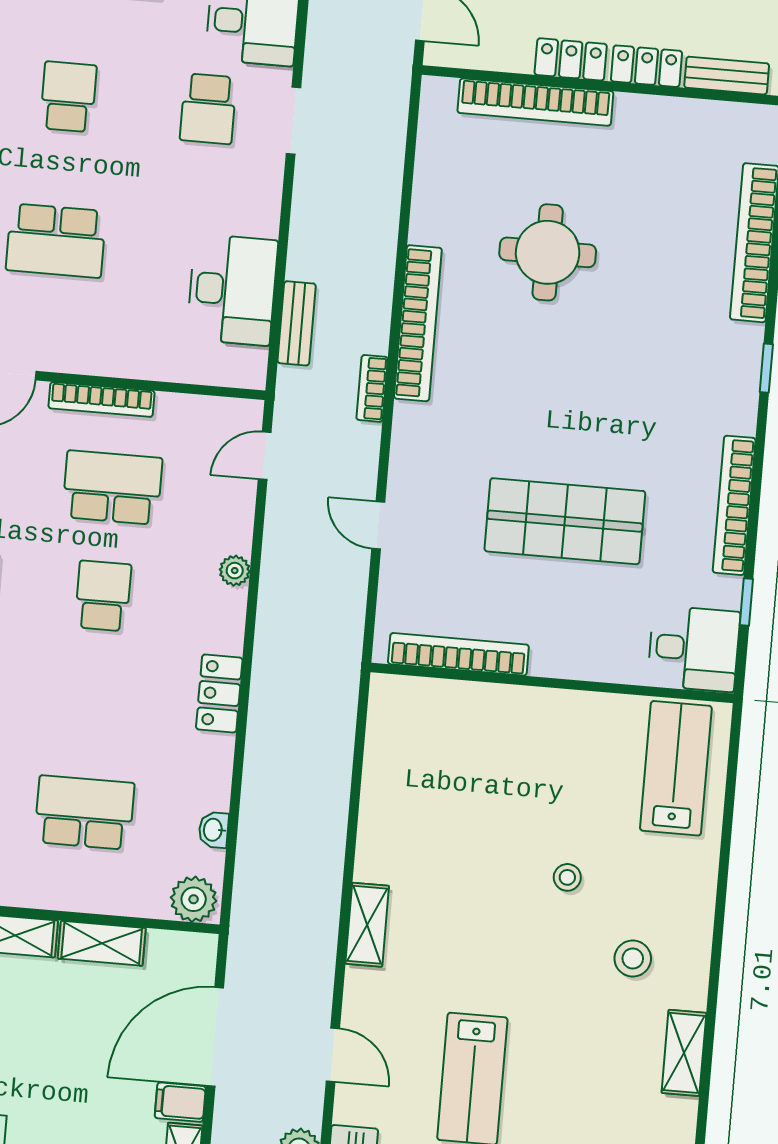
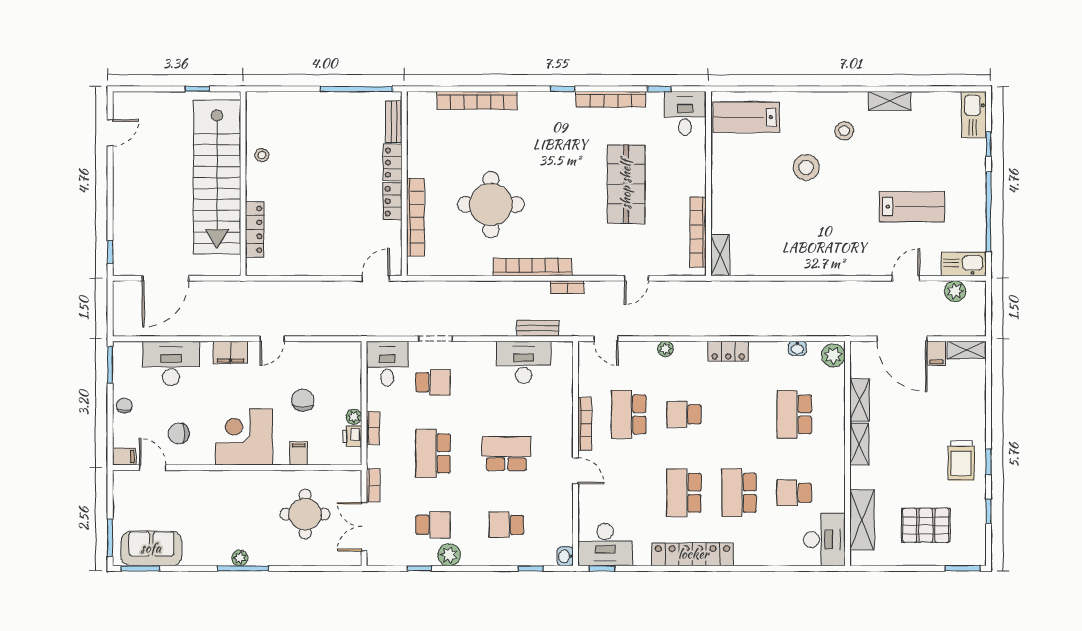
school desk: (68, 97) -> (433, 454), width x1.85
school desk: (56, 241) -> (506, 454), turned -90
round table: (548, 252) -> (491, 204), width x1.36, depth x1.36
window: (766, 368) -> (563, 89), moved
stool: (567, 877) -> (806, 167), width x1.89, depth x1.89
shelving: (367, 925) -> (720, 255), moved, turned 90

